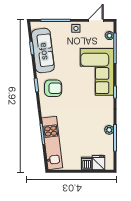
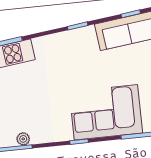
armchair: (53, 88) -> (75, 51), removed

